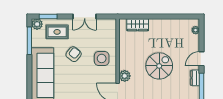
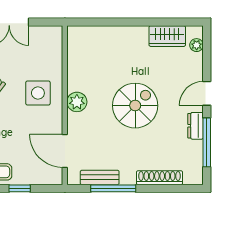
wardrobe: (138, 25) -> (167, 36), moved
plant: (125, 76) -> (77, 102), moved

